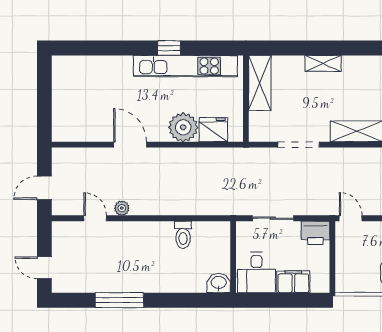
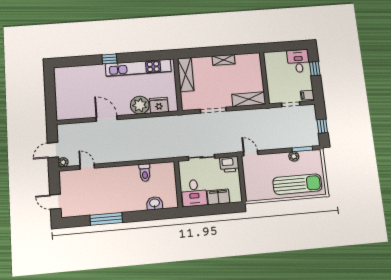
window: (169, 48) -> (109, 59), moved
plant: (122, 208) -> (63, 162), moved
washbasin: (219, 283) -> (155, 203), moved

